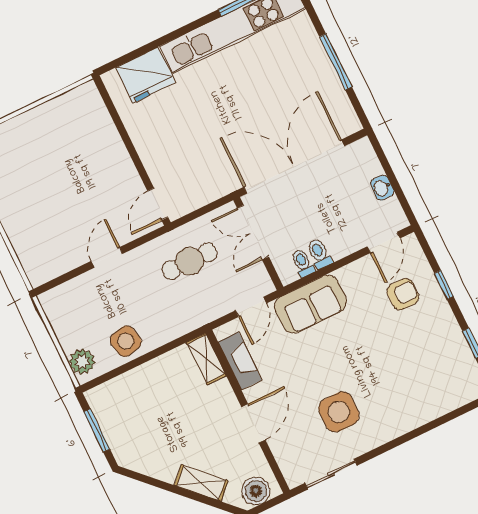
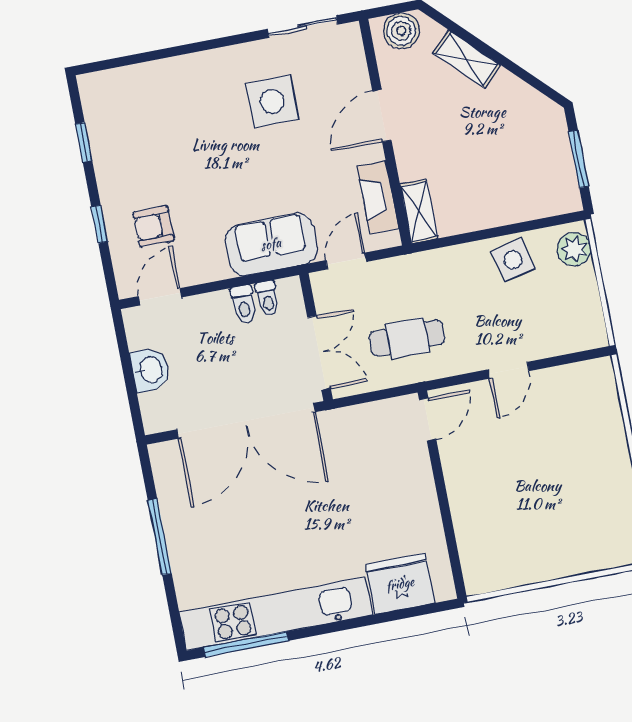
washbasin: (382, 188) -> (150, 370), width x1.38, depth x1.45

